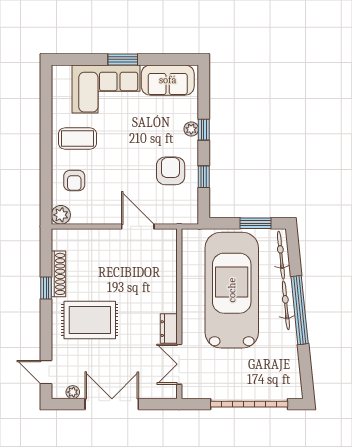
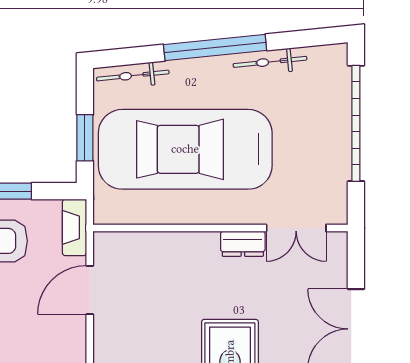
fireplace: (180, 216) -> (74, 227), added
window: (255, 223) -> (85, 138), moved
bicycle: (286, 305) -> (270, 62), moved

